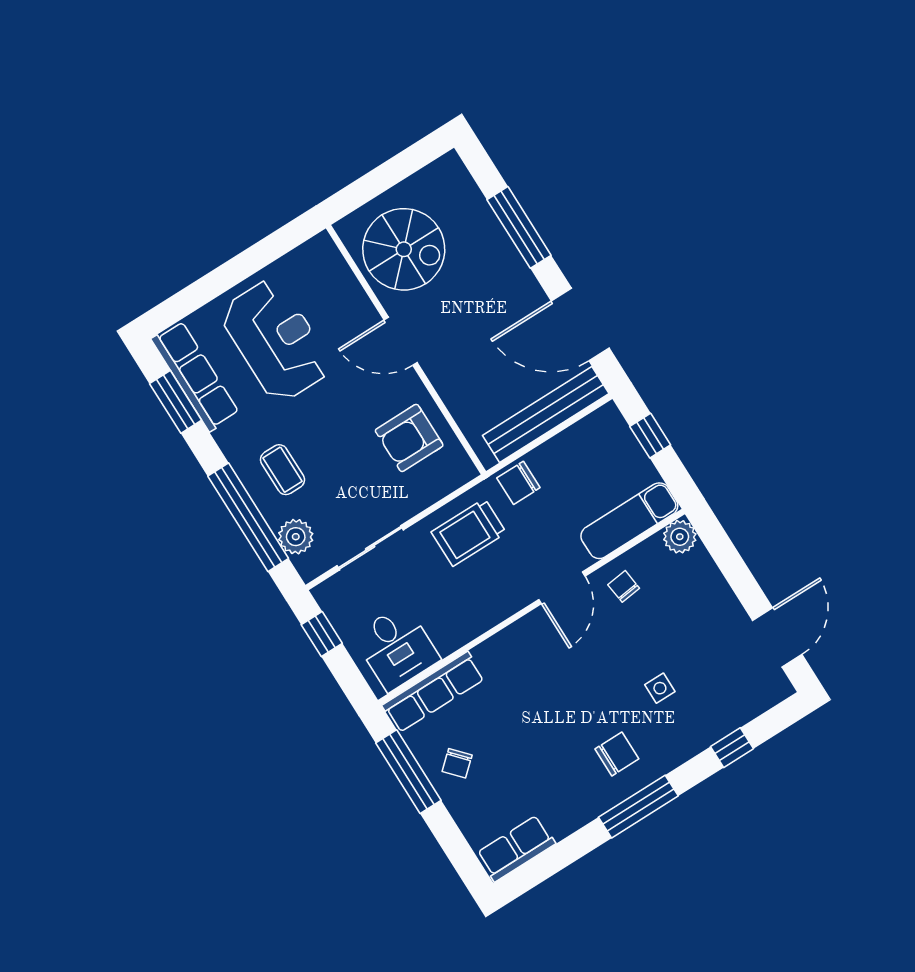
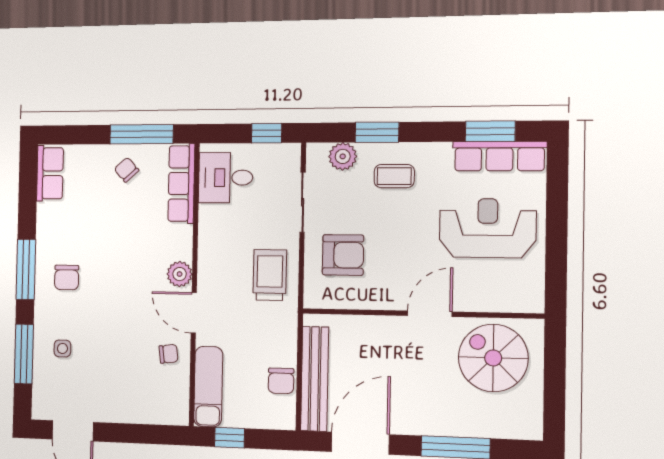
spiral stairs: (404, 249) -> (493, 358), turned 90
reception desk: (276, 340) -> (488, 228), turned 180
window: (650, 436) -> (230, 438), moved
armchair: (409, 438) -> (343, 255), moved, turned 90
chair: (518, 483) -> (281, 381), moved, turned 180
window: (248, 517) -> (377, 132), width x0.47
plant: (680, 537) -> (180, 274), moved
side table: (660, 688) -> (62, 348), moved
window: (732, 748) -> (24, 354), width x2.17

